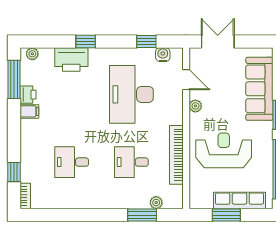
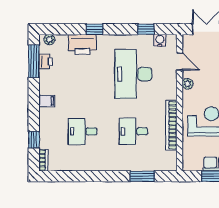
printer: (28, 95) -> (46, 62), moved
filing cabinet: (29, 111) -> (47, 101), moved
plant: (156, 203) -> (154, 166), removed

